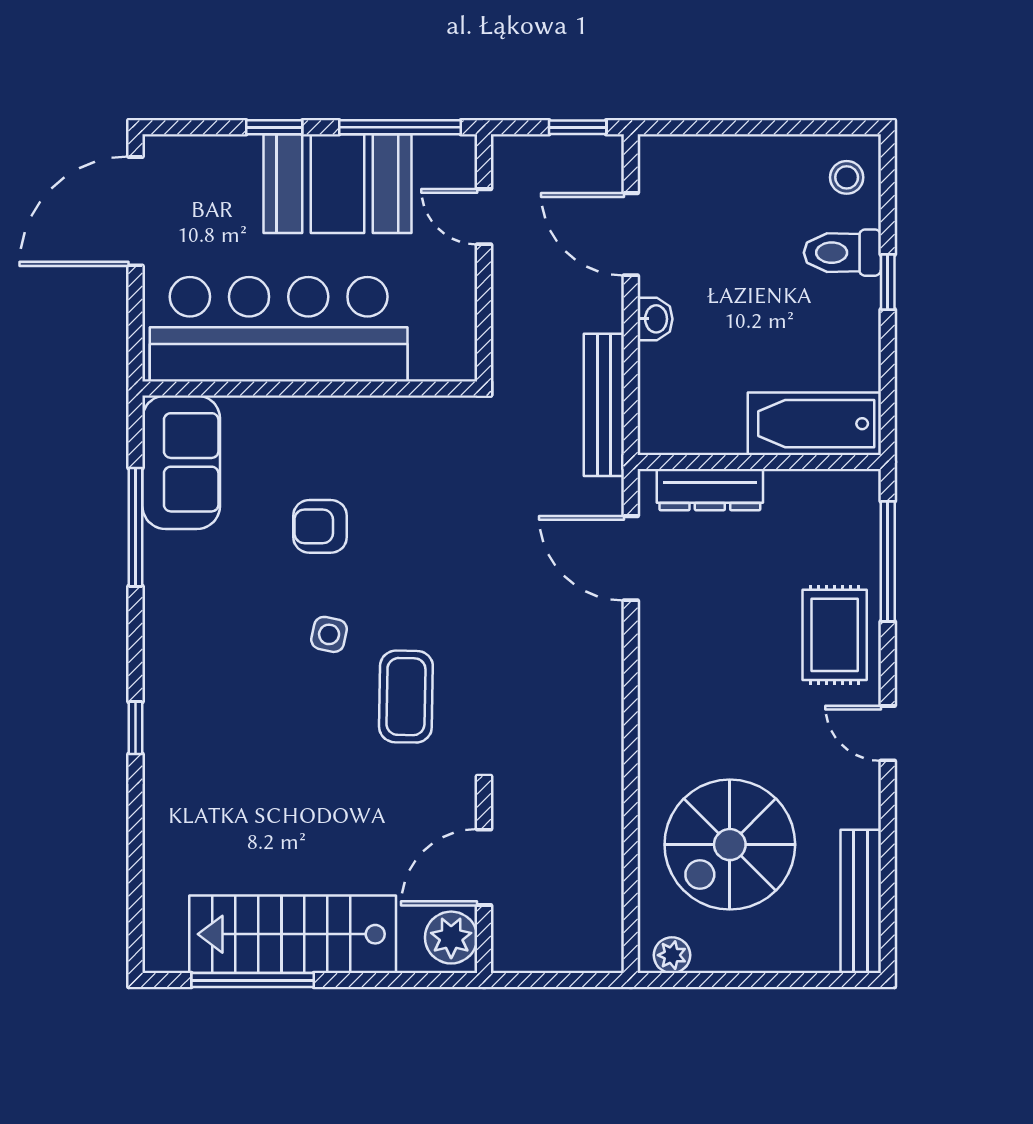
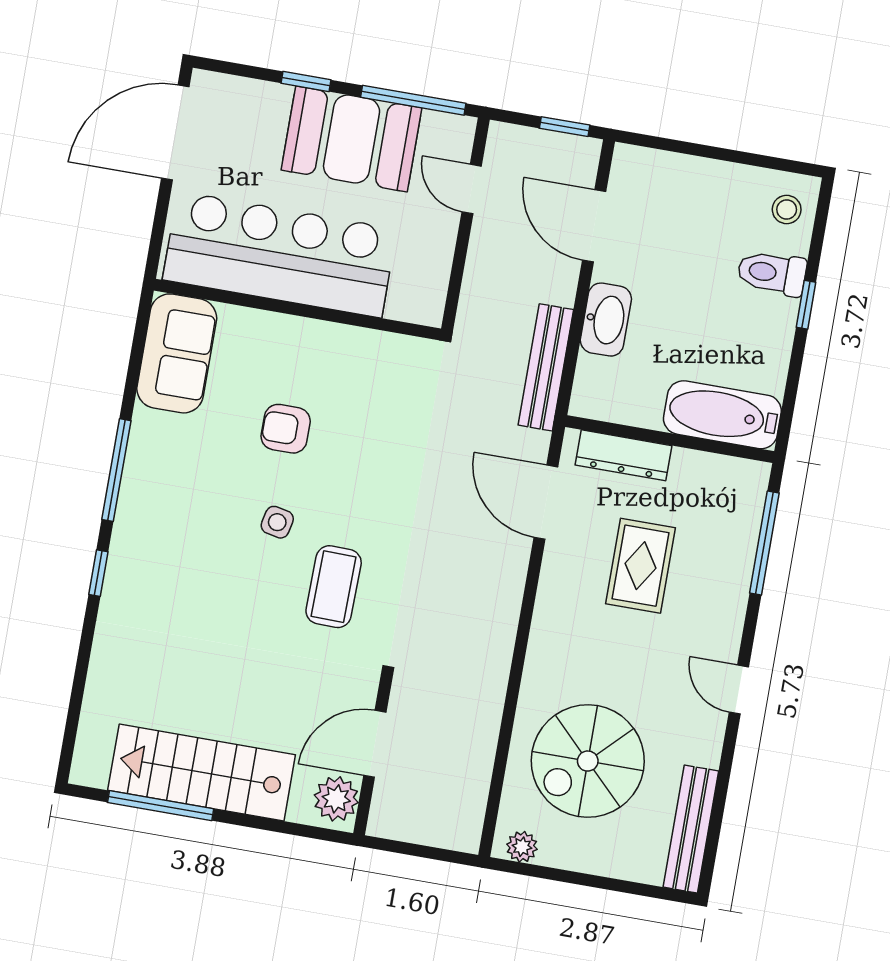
washbasin: (655, 319) -> (606, 320), width x1.91, depth x1.45
window: (136, 527) -> (116, 470), moved
rug: (835, 635) -> (641, 566), moved

